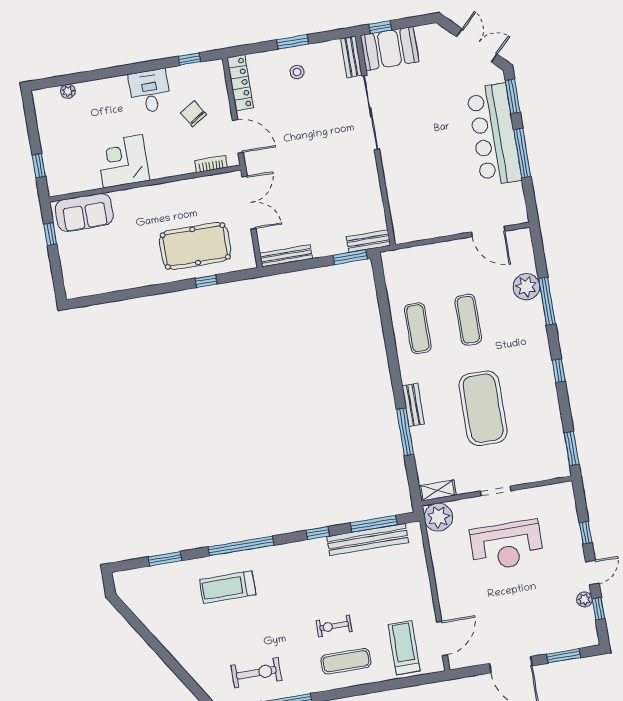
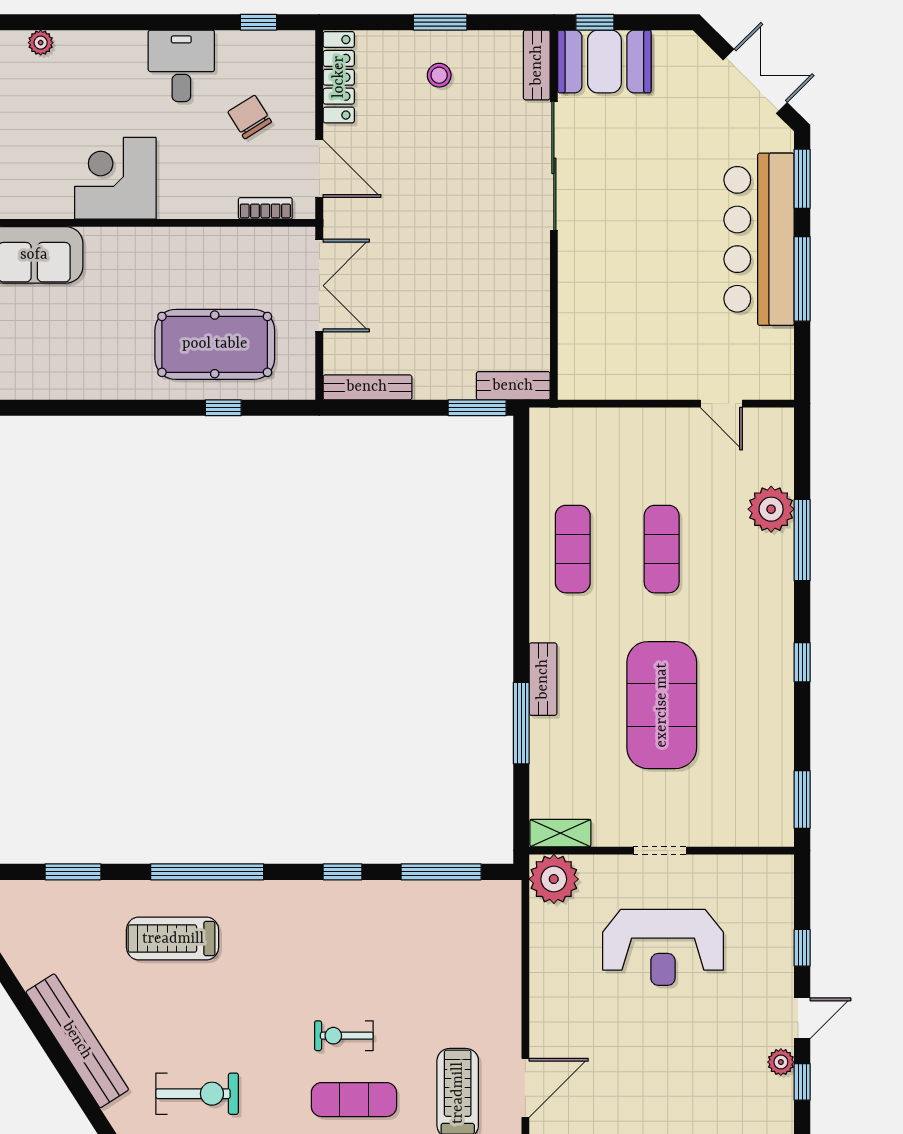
door: (488, 232) -> (721, 404), width x0.73
bench: (368, 539) -> (77, 1041), moved, turned 57

